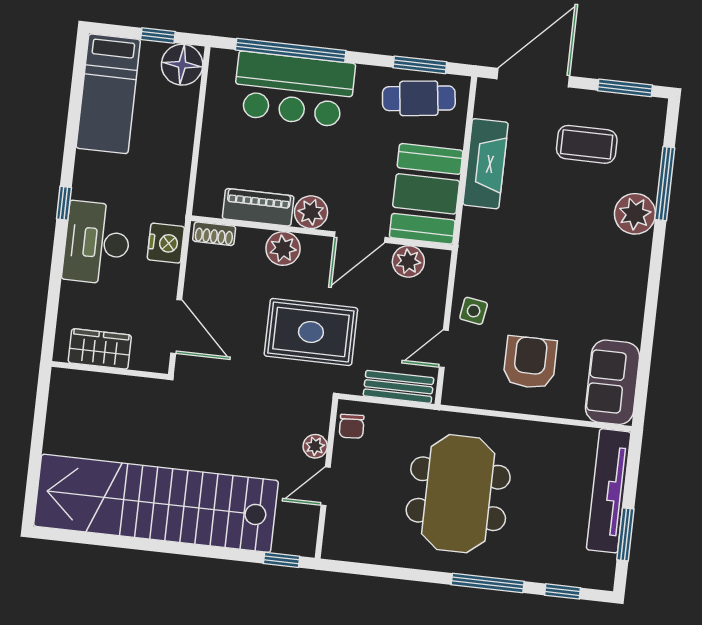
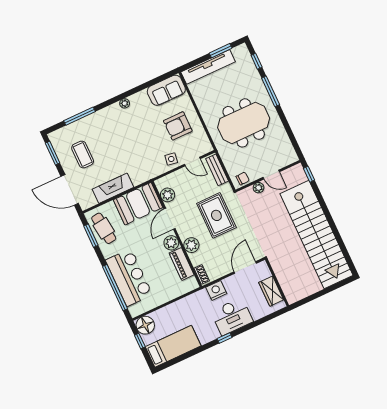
plant: (635, 214) -> (125, 103), moved, width x0.53, depth x0.53
door: (360, 237) -> (170, 219), swing flipped

